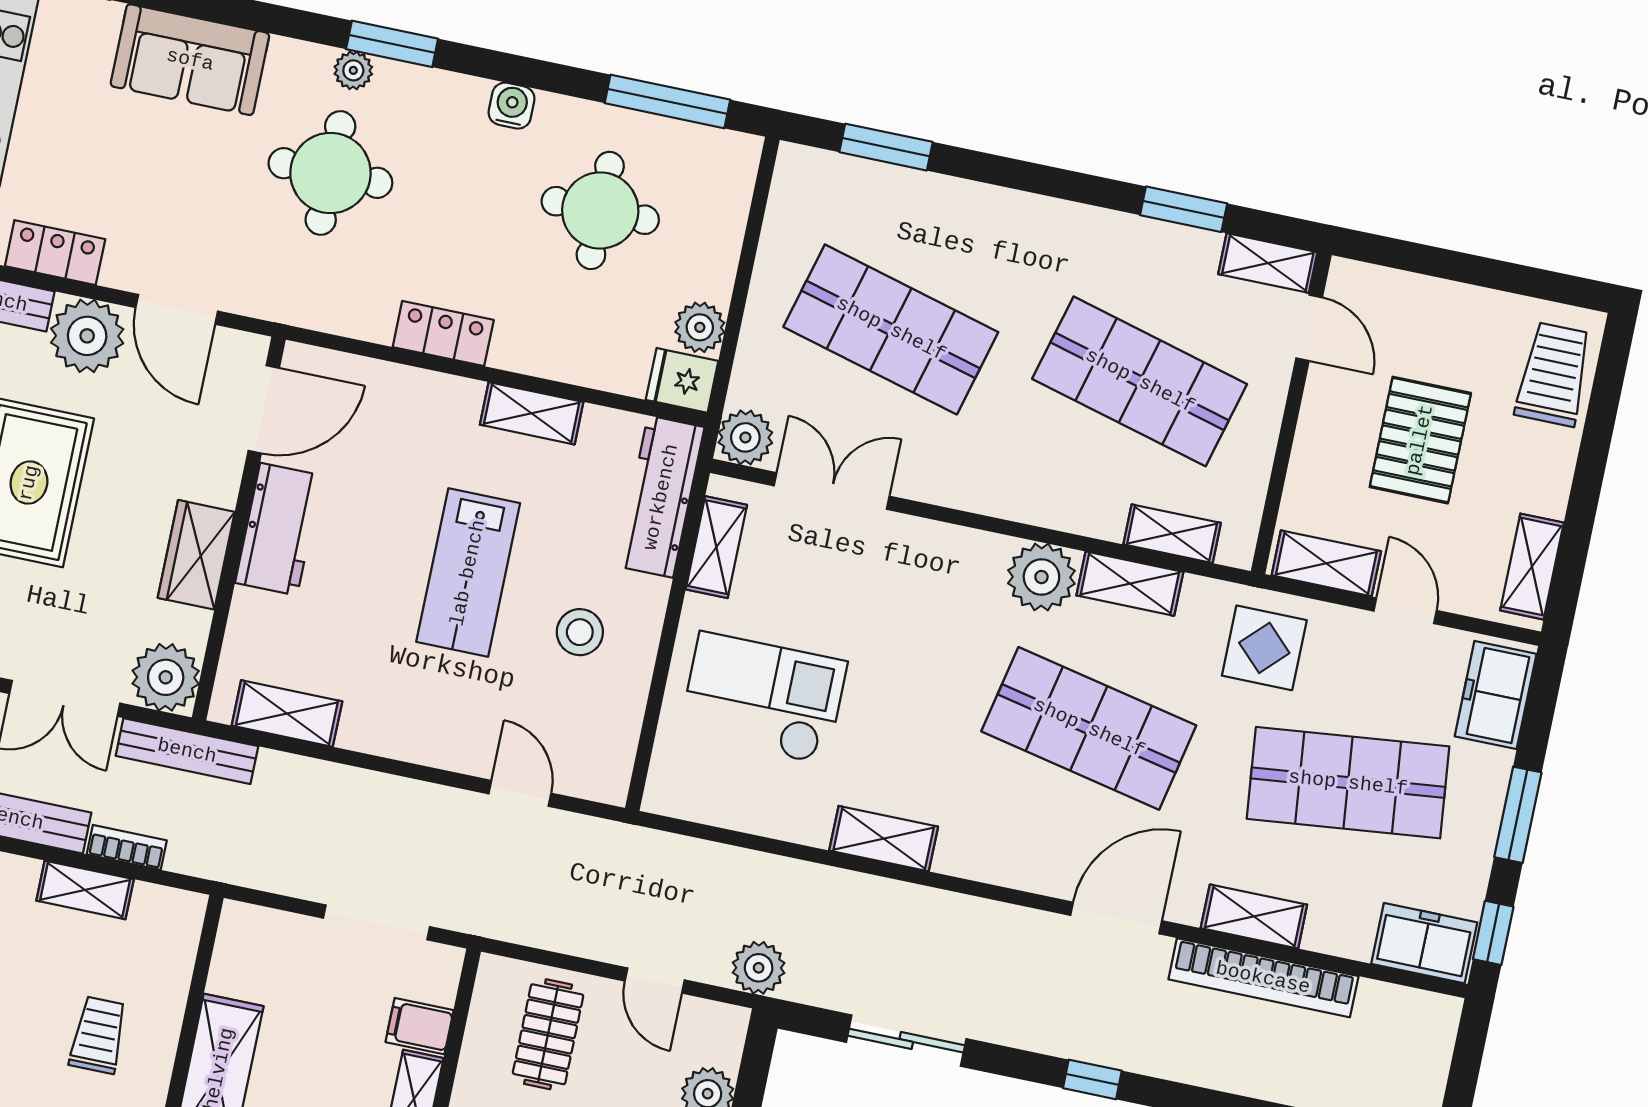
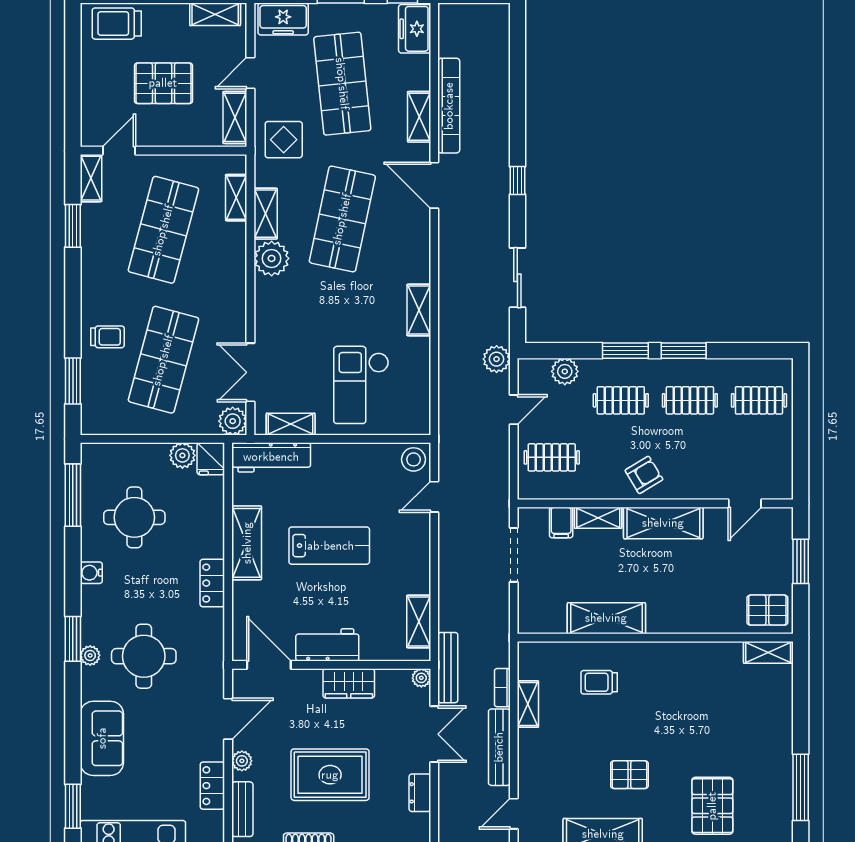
trolley: (957, 231) -> (107, 337), added
plant: (87, 336) -> (242, 761), width x0.53, depth x0.53
shelving: (532, 413) -> (247, 543), width x1.50, depth x1.33
stool: (580, 632) -> (414, 459), moved
plant: (166, 677) -> (421, 678), width x0.53, depth x0.53

